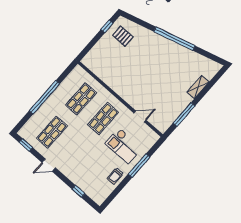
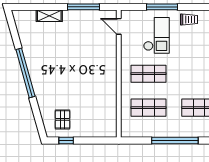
door: (140, 116) -> (119, 26), moved

